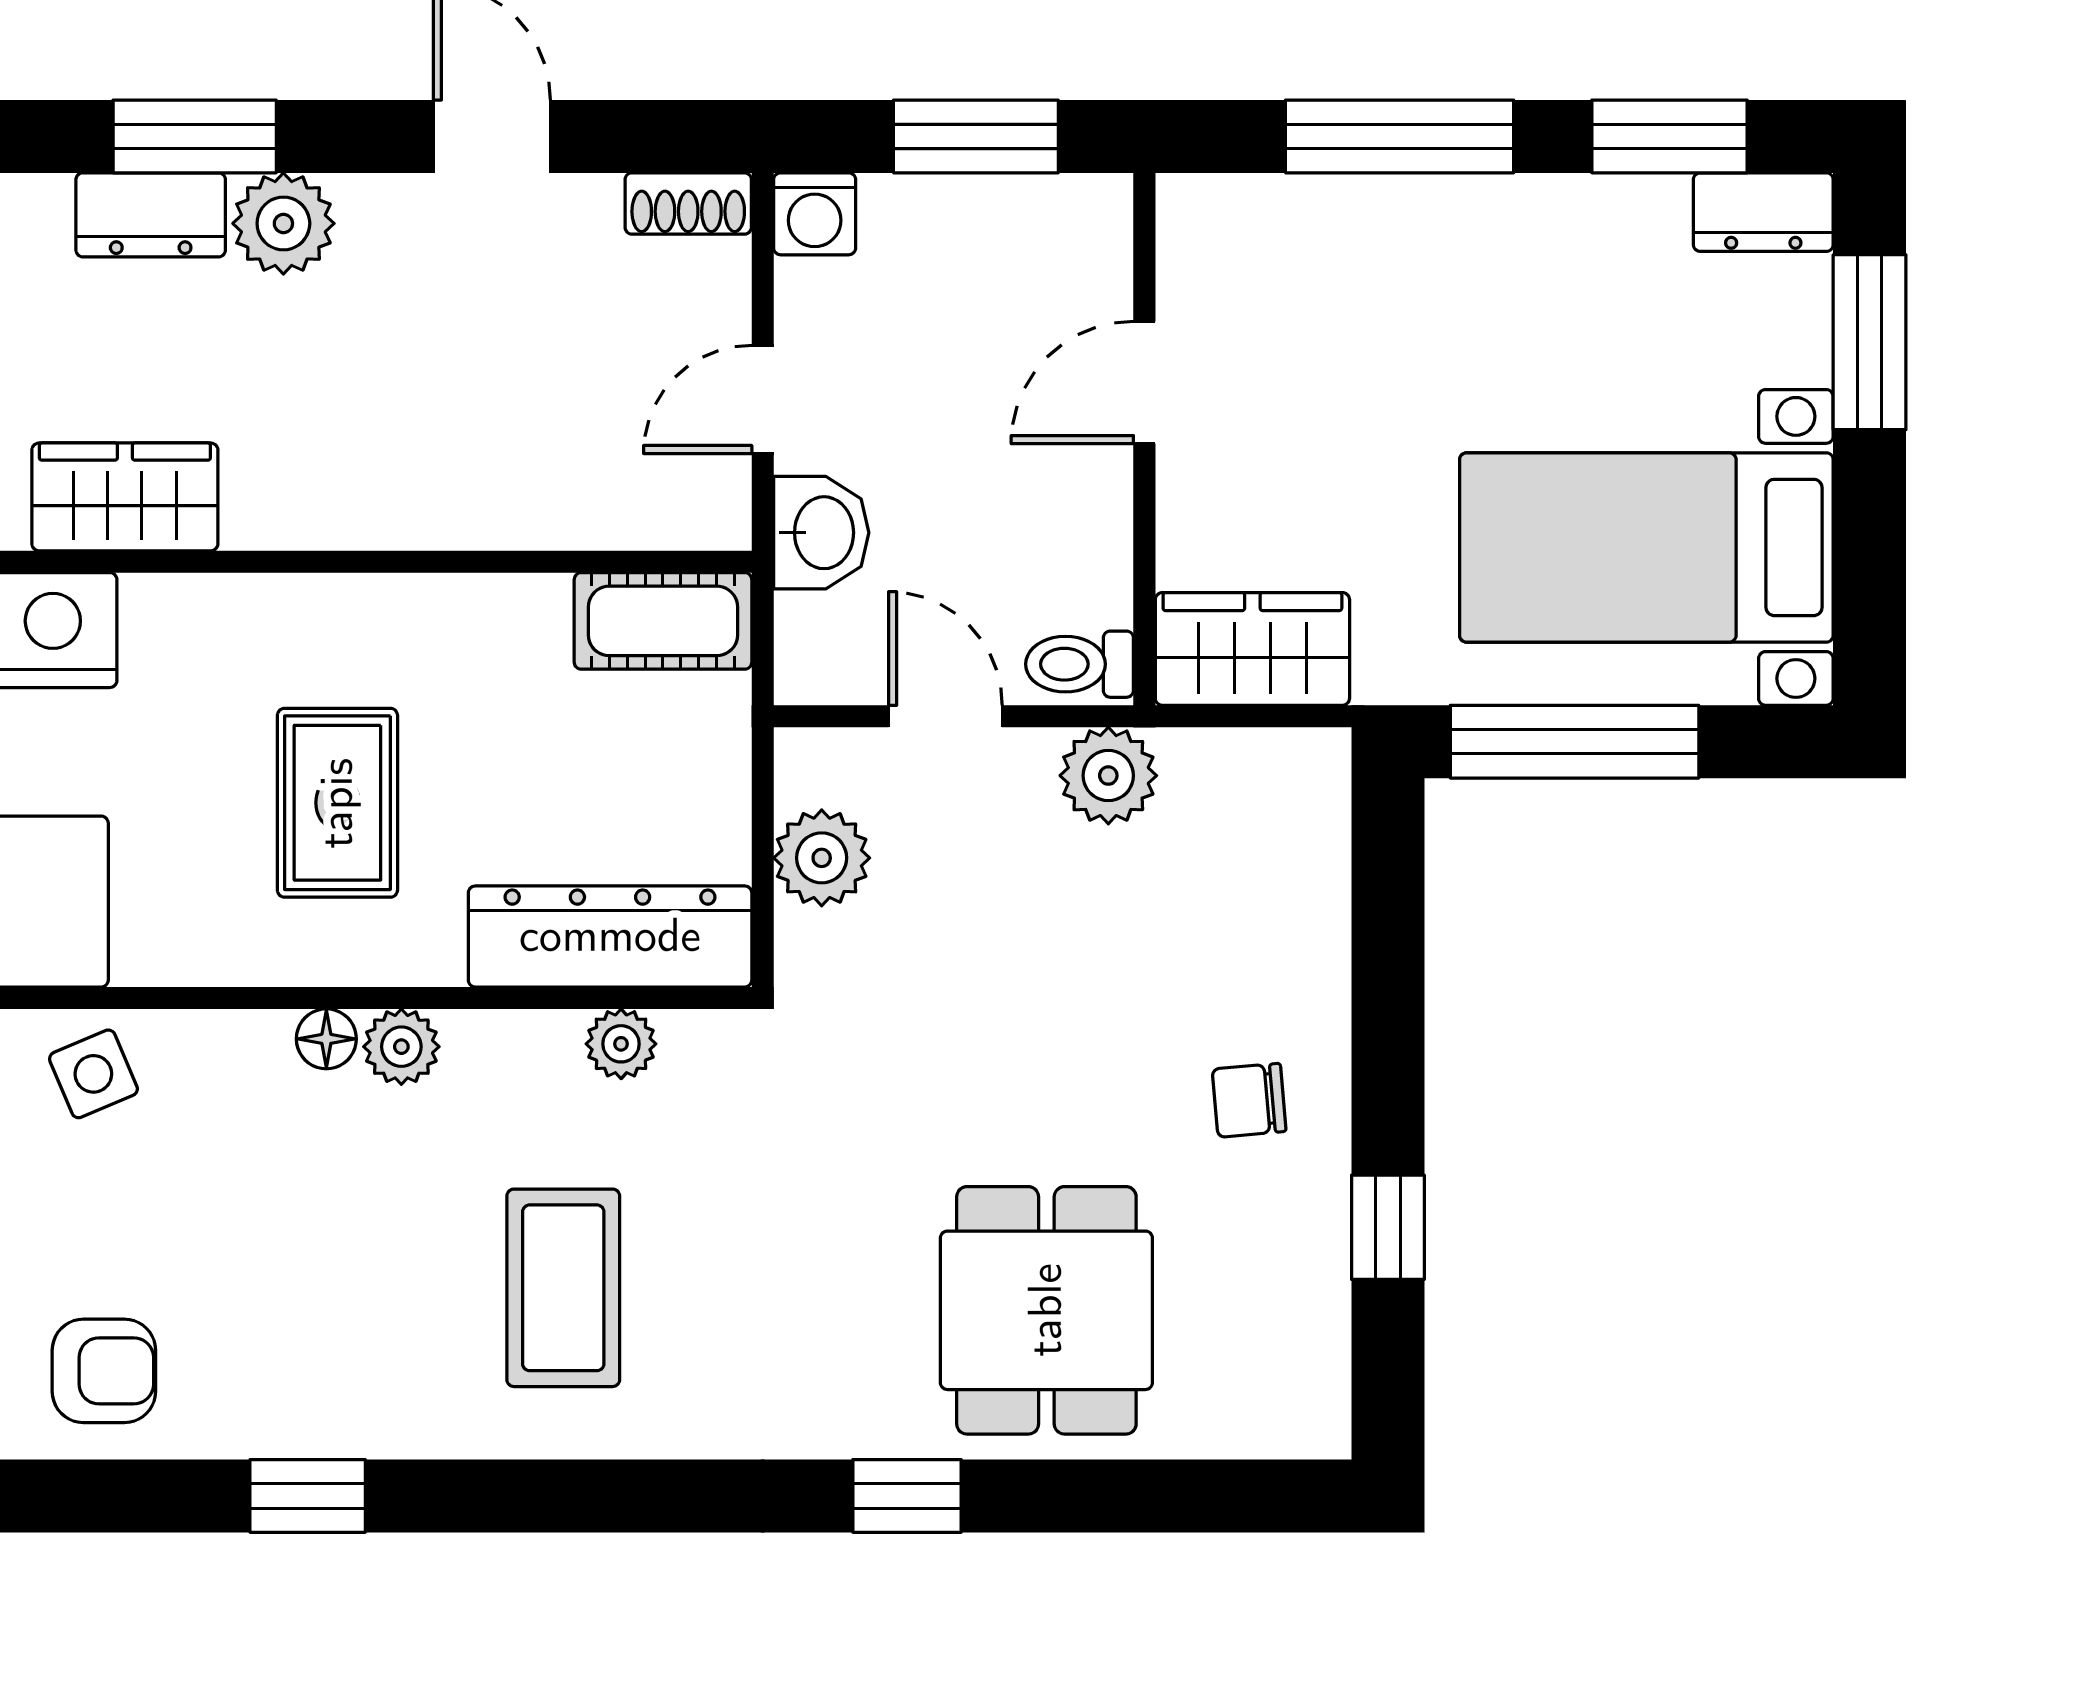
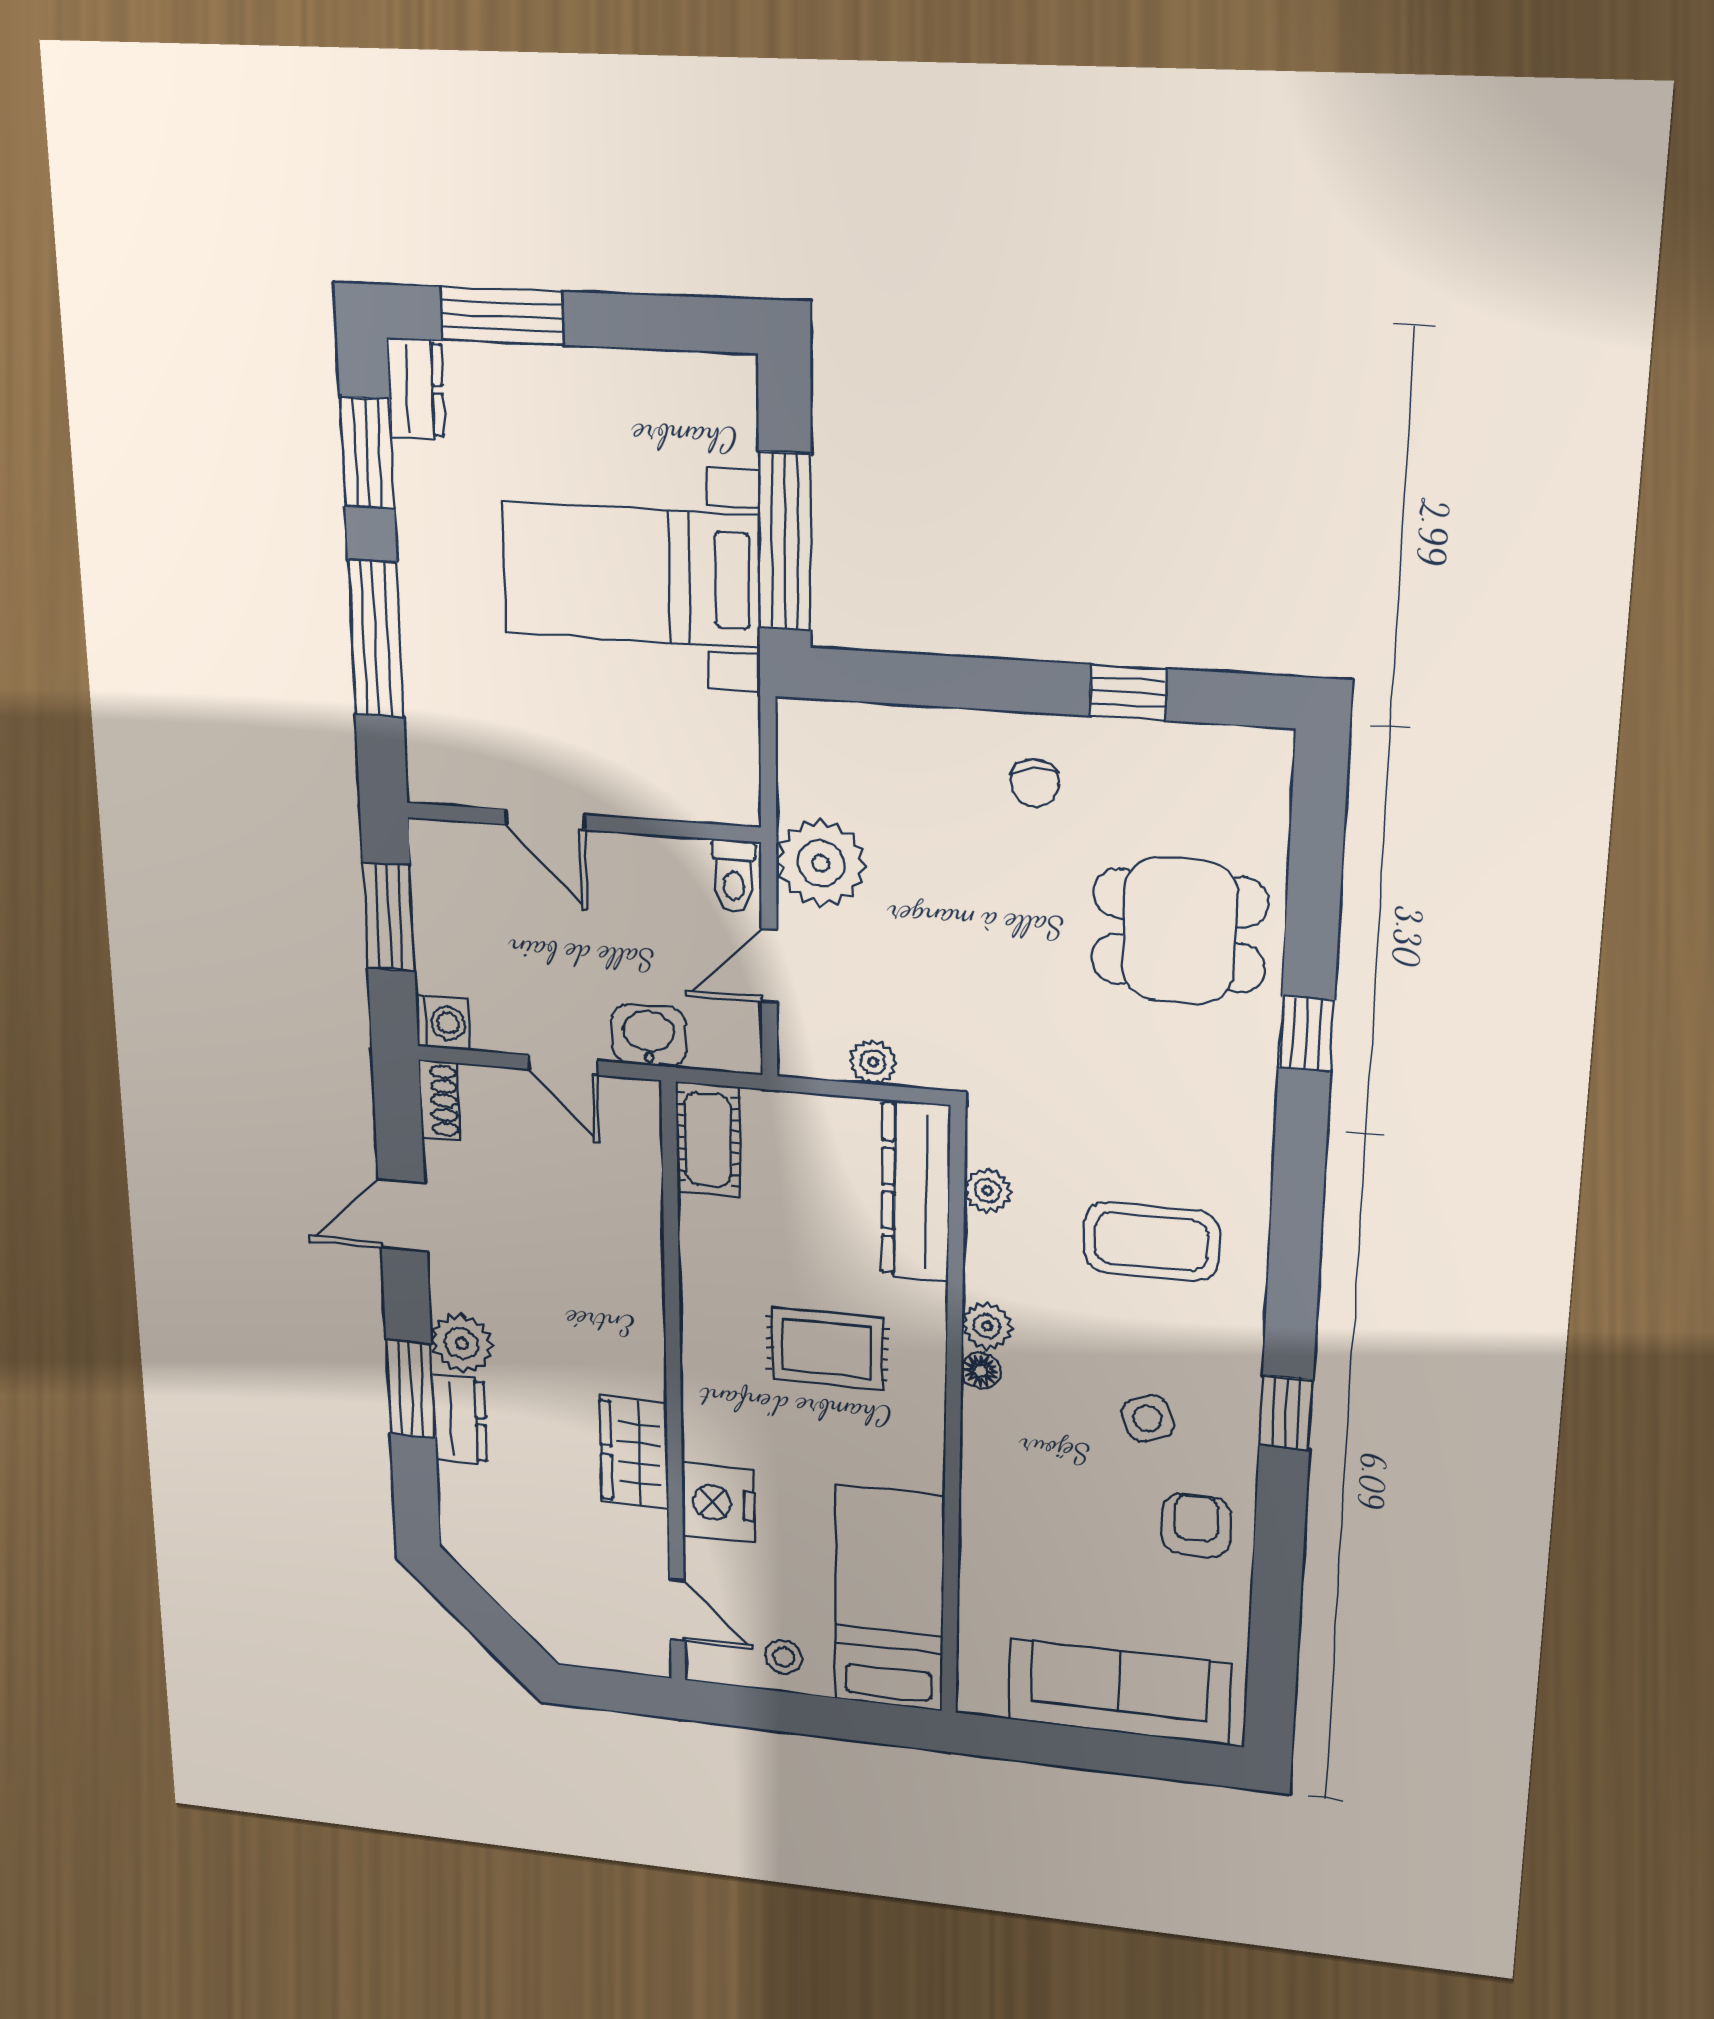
bed with nightstands: (1646, 547) -> (630, 575), moved, turned 90
wardrobe: (1252, 649) -> (722, 760), removed
plant: (1108, 776) -> (821, 863), width x1.36, depth x1.36
plant: (822, 858) -> (873, 1062), width x0.73, depth x0.73
side table: (93, 1074) -> (1148, 1419), moved

